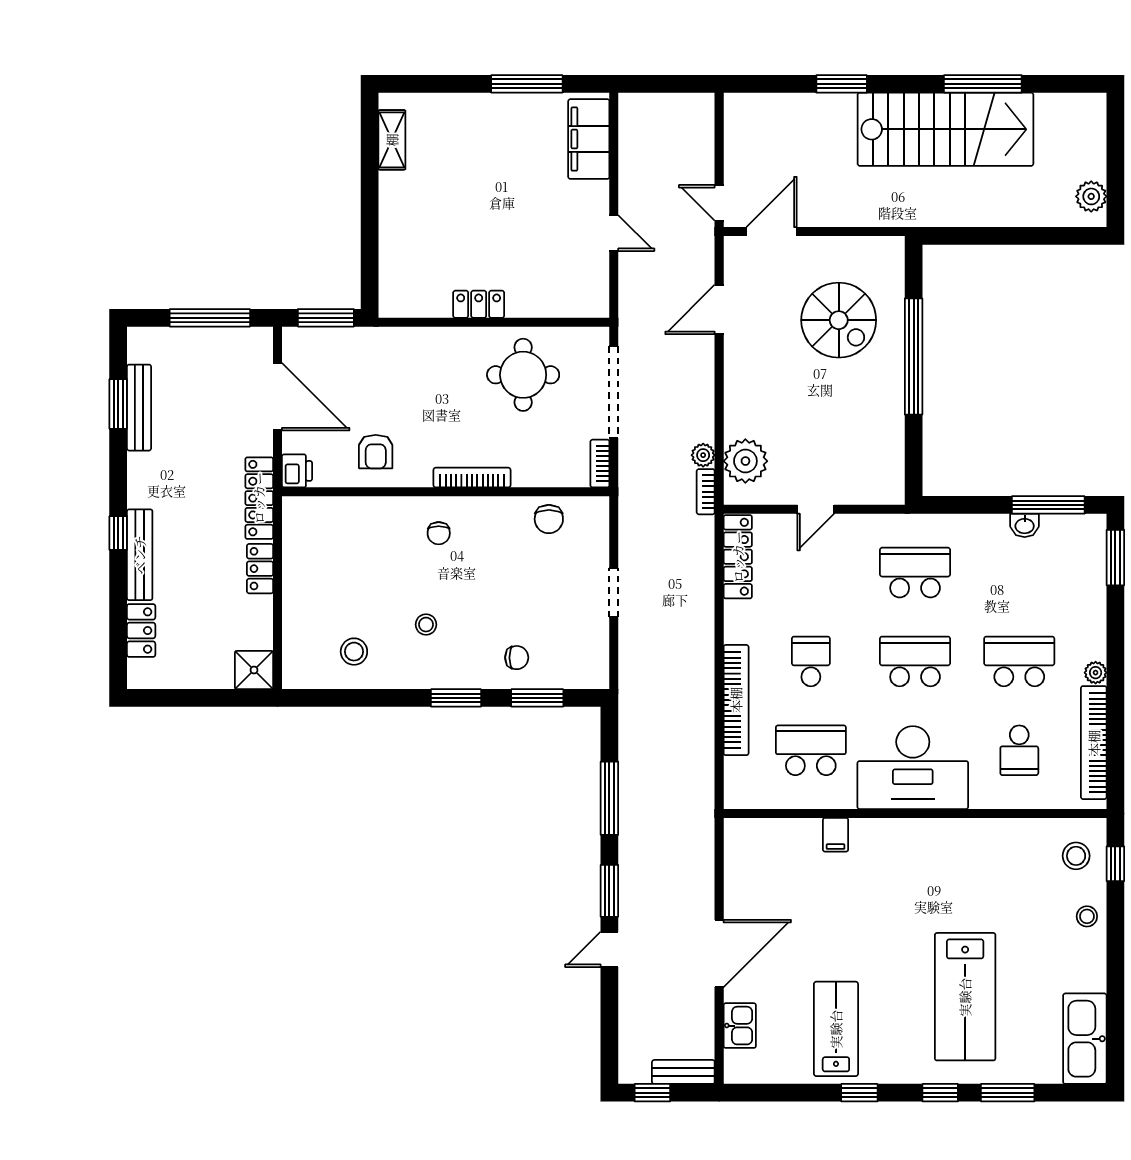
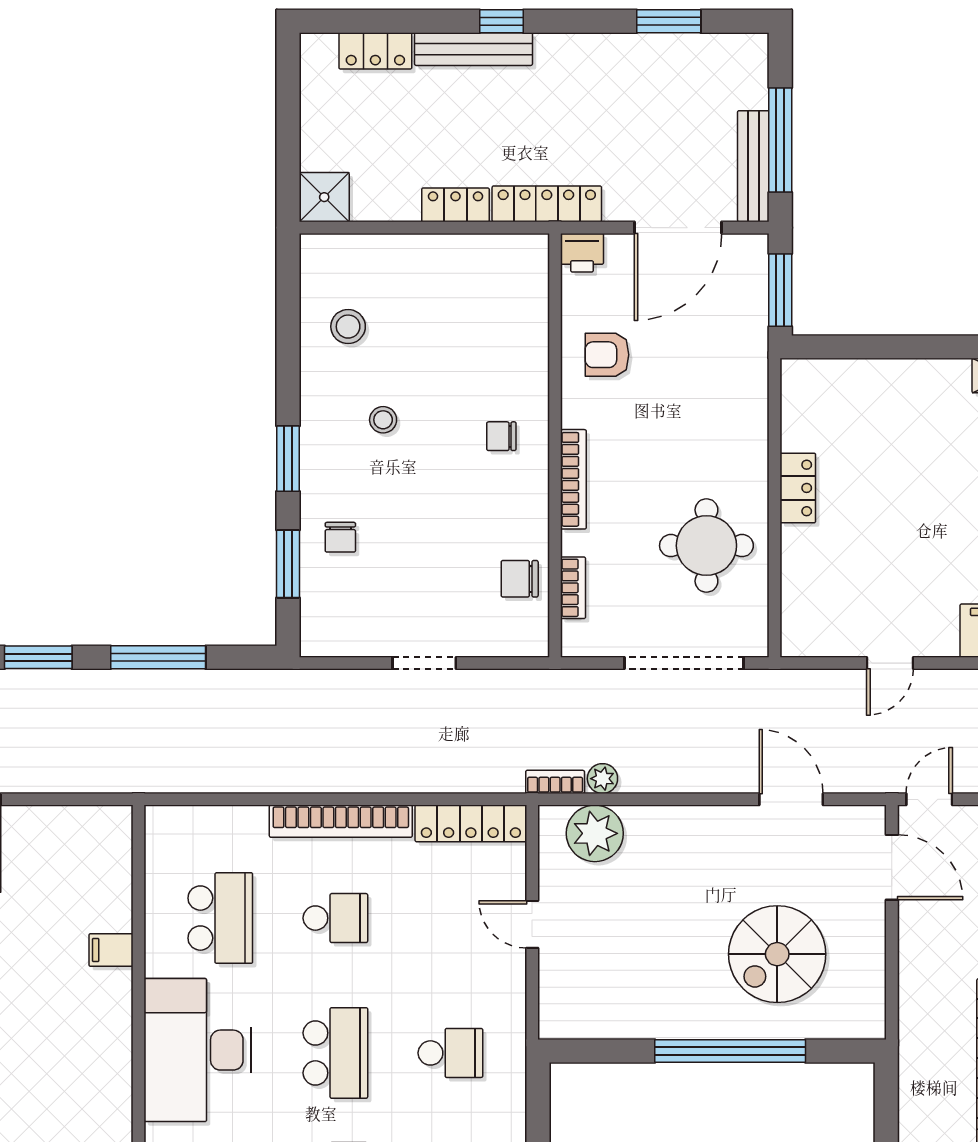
bench: (139, 408) -> (753, 166), moved, turned 90
bookcase: (600, 464) -> (573, 588), moved, turned 90
school desk: (915, 573) -> (450, 1053), width x0.54
bookcase: (736, 700) -> (341, 821), moved

